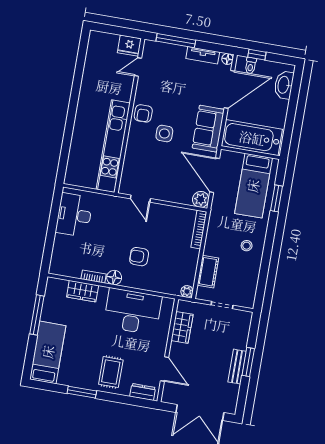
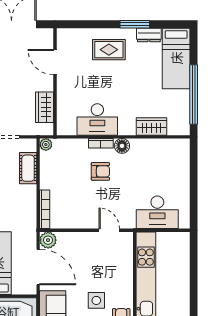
desk: (74, 215) -> (157, 212), moved, turned 90
bookcase: (94, 277) -> (101, 143), moved
desk: (133, 311) -> (97, 119), width x0.73, depth x0.77
window: (37, 315) -> (194, 94), width x1.46
rug: (111, 372) -> (109, 50), turned 90
dresser: (143, 392) -> (149, 35), moved

